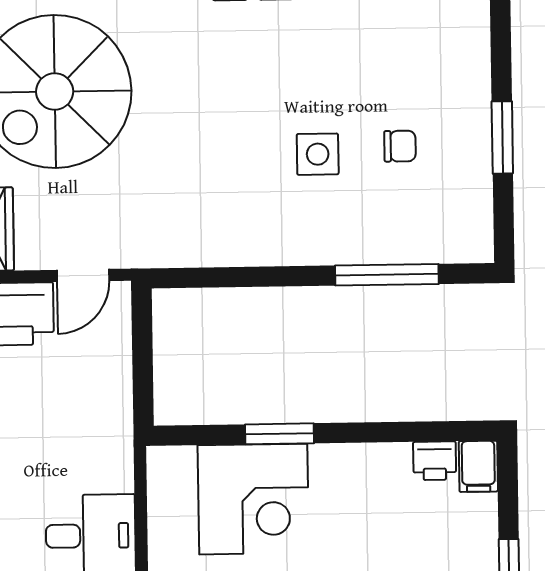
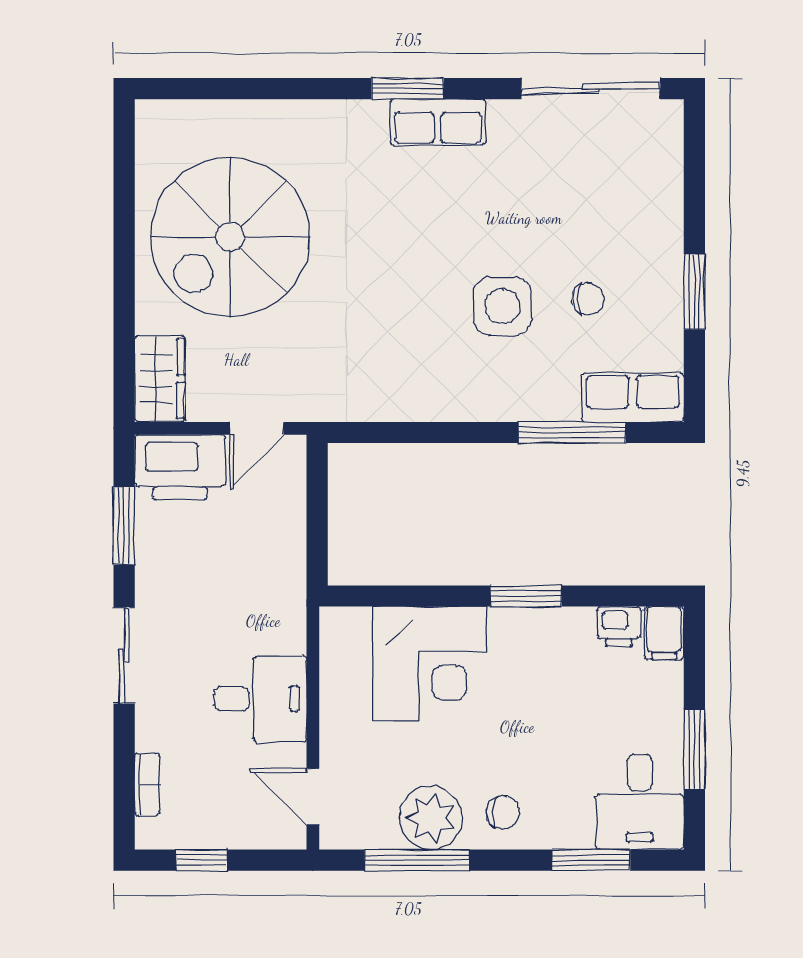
side table: (318, 154) -> (502, 306), width x1.37, depth x1.37
row of seats: (444, 240) -> (633, 397), added
window: (280, 434) -> (526, 596), moved

